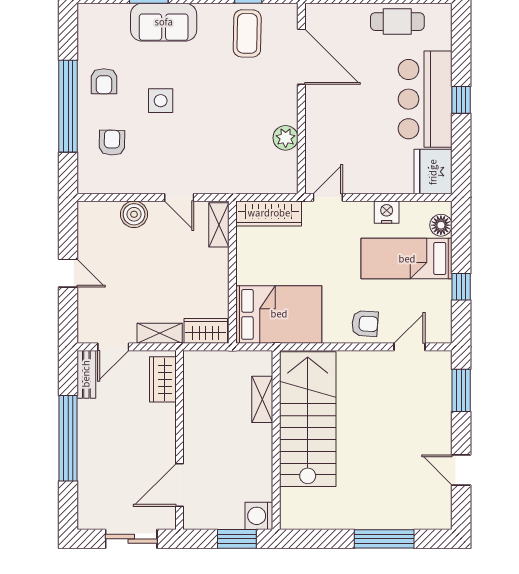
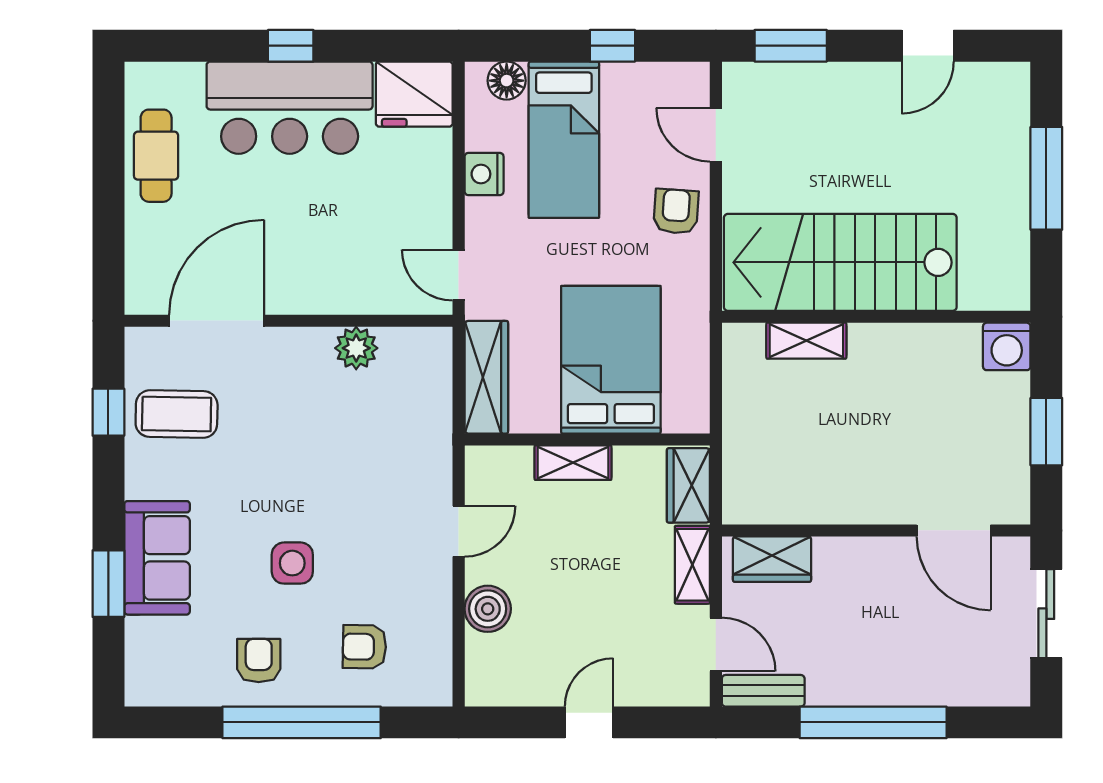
armchair: (104, 81) -> (259, 661), turned -90
shelving: (219, 225) -> (573, 463), moved
bed: (279, 314) -> (611, 360), moved
shelving: (262, 399) -> (806, 341), moved
stairs: (308, 419) -> (840, 262), moved
wall: (276, 440) -> (876, 317), moved
washing machine: (259, 516) -> (1007, 346), moved

